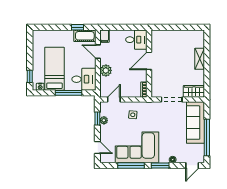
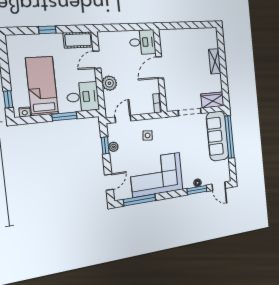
window: (77, 27) -> (47, 30), moved
filing cabinet: (105, 36) -> (103, 39), removed
door: (98, 52) -> (97, 60), hinge flipped
window: (69, 93) -> (64, 116), width x0.69
window: (207, 138) -> (230, 137), moved
door: (97, 147) -> (109, 182), hinge flipped
window: (131, 166) -> (140, 200), moved
window: (160, 166) -> (197, 190), moved
door: (192, 166) -> (219, 186), hinge flipped

